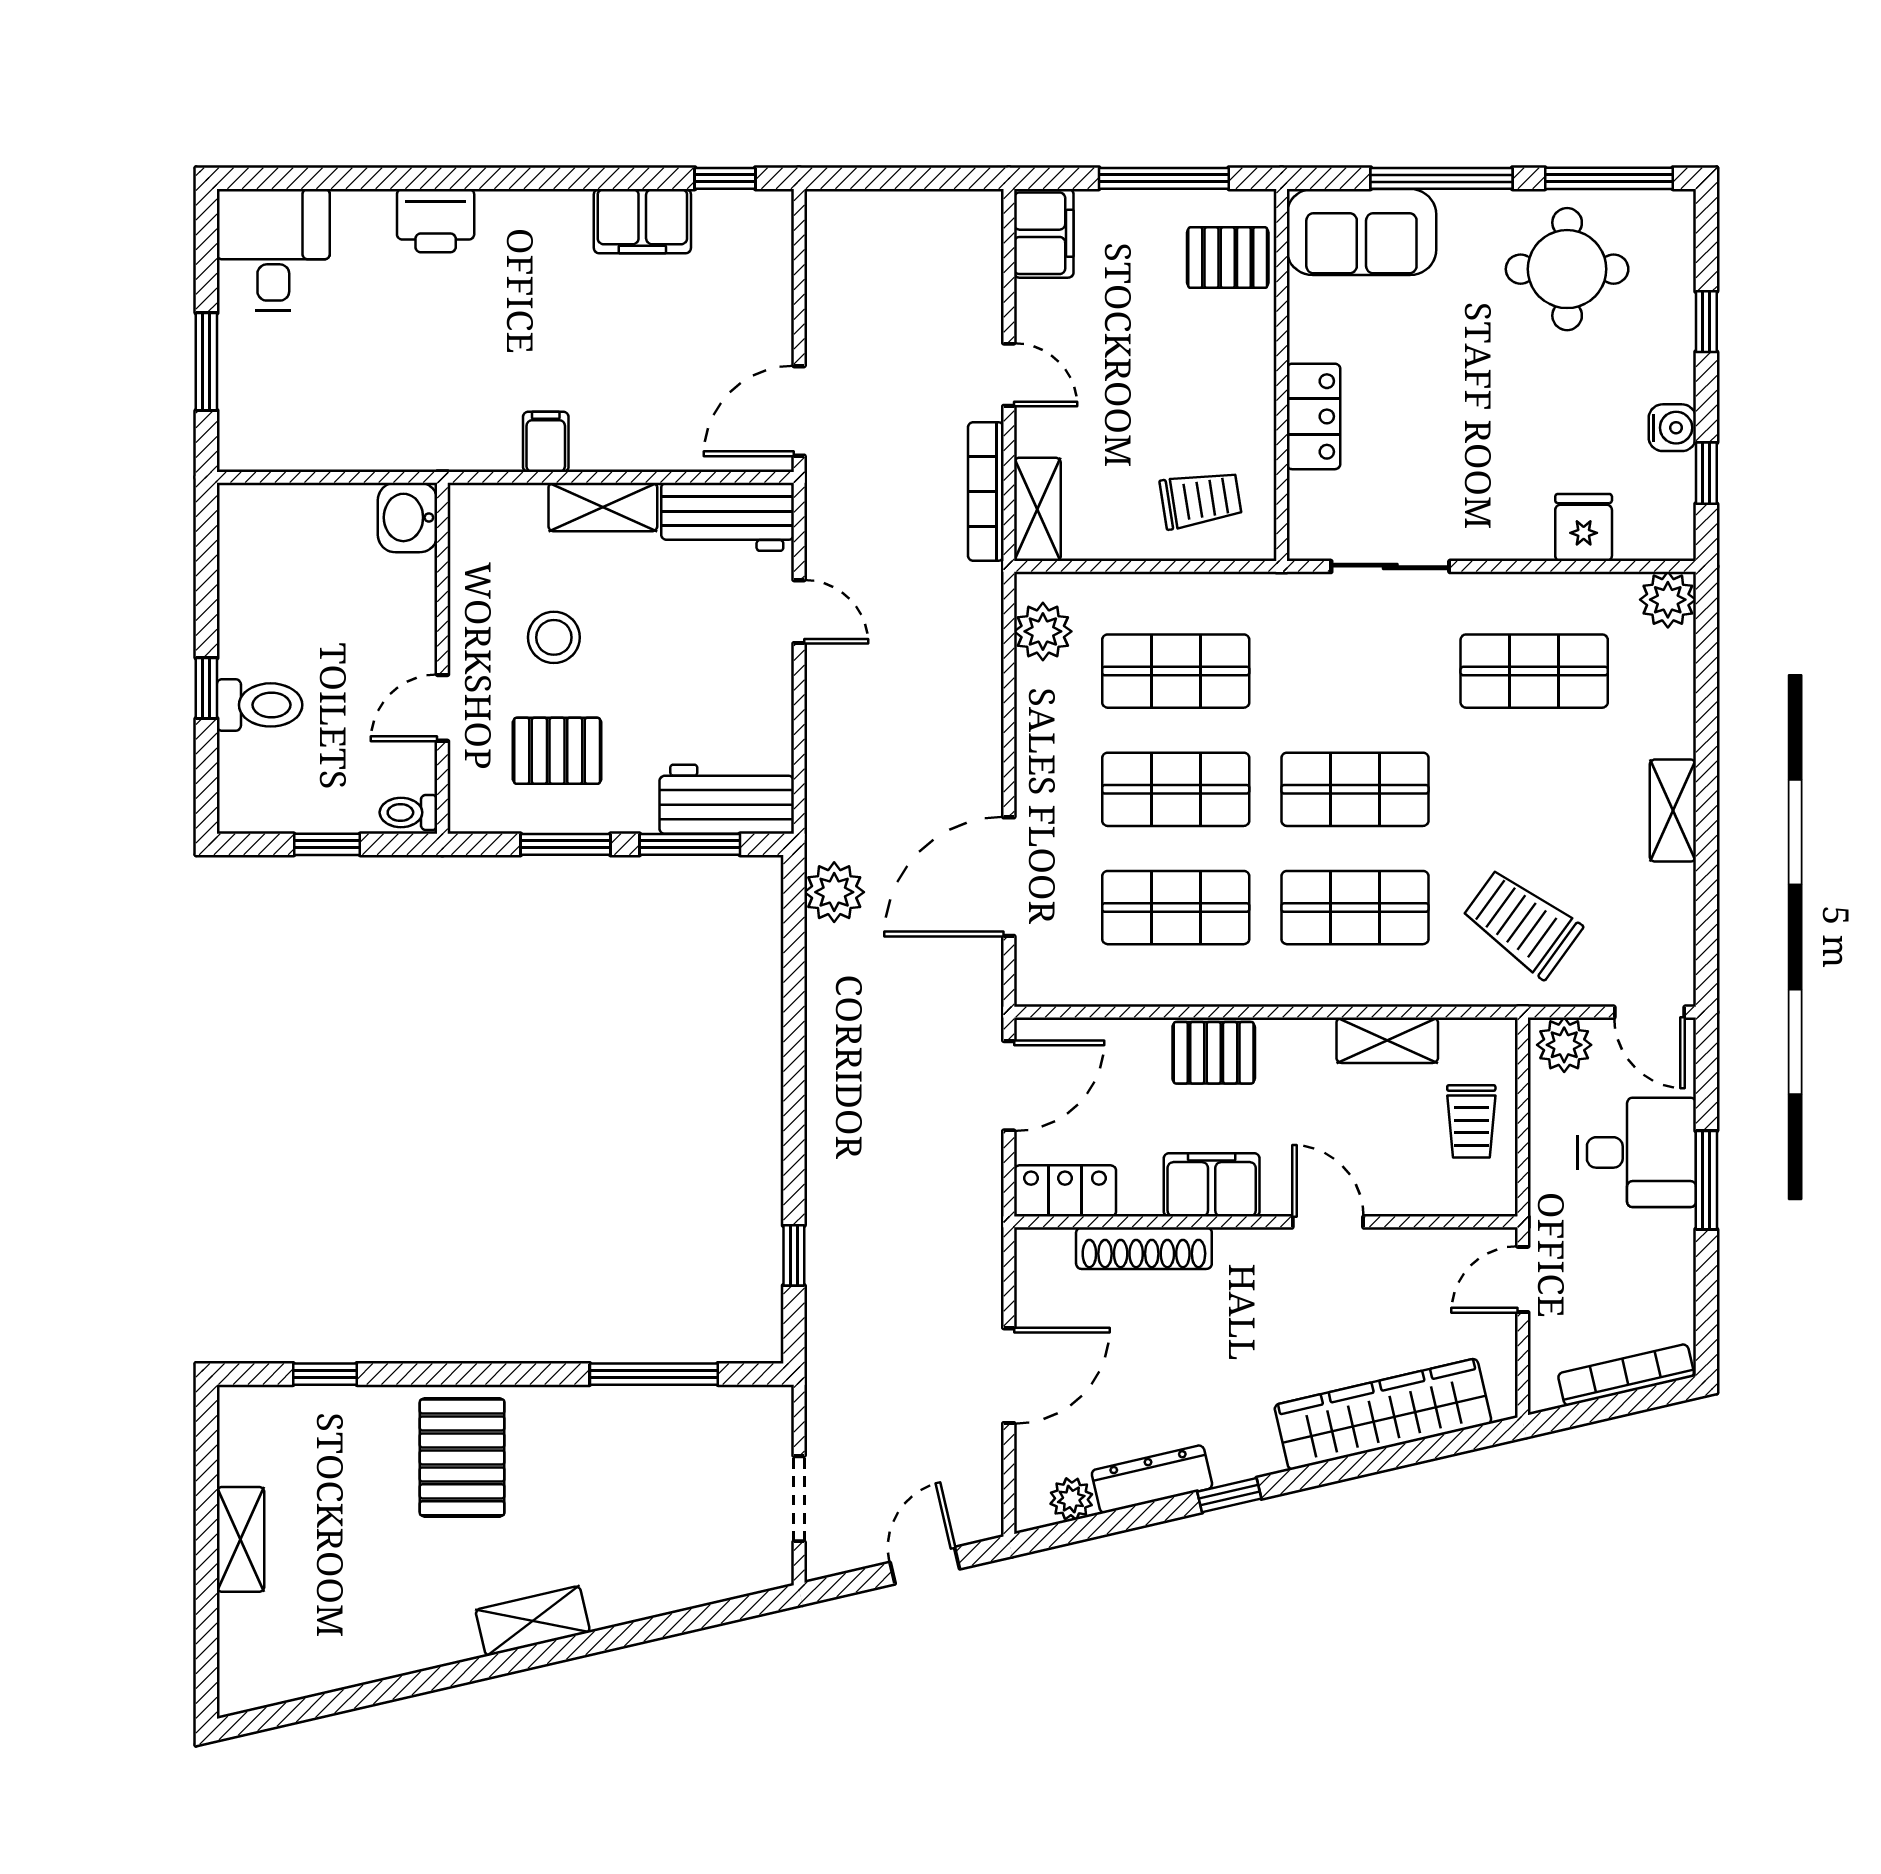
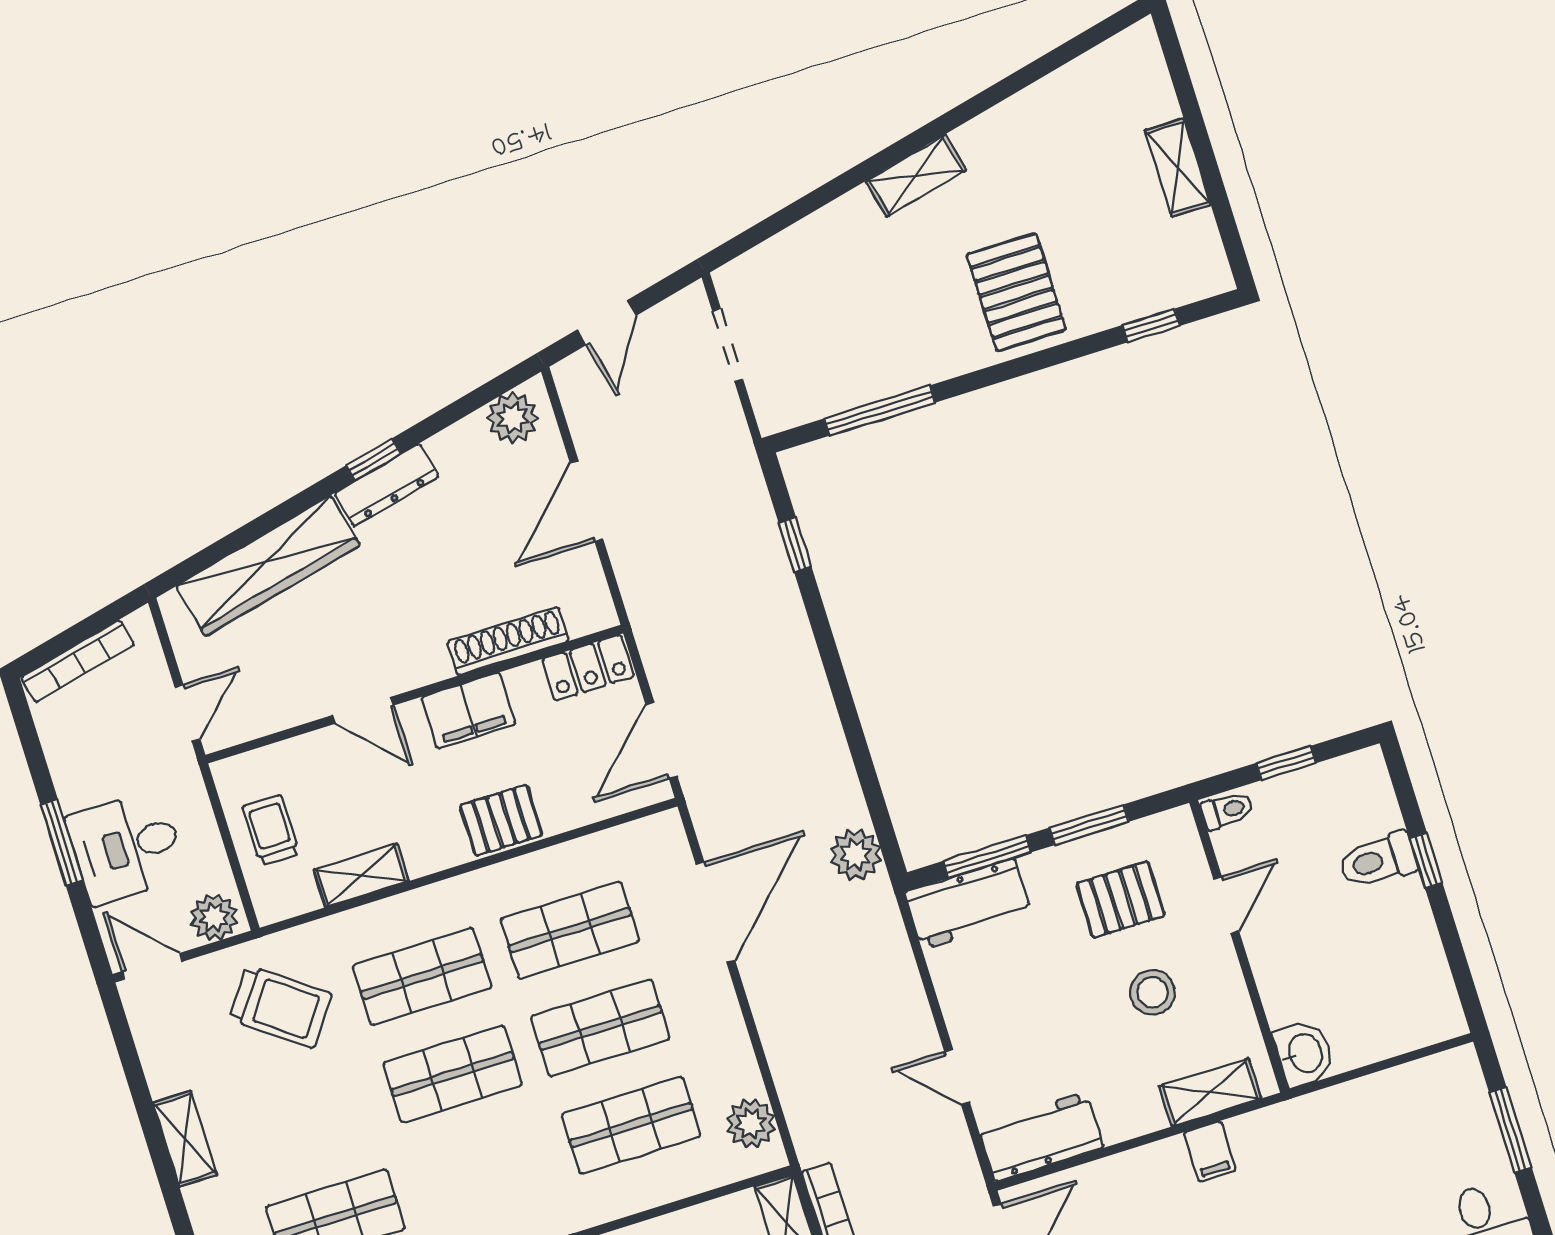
shelving: (603, 507) -> (1210, 1092), moved
dresser: (1152, 1479) -> (387, 485), moved
plant: (1071, 1499) -> (513, 418), width x1.38, depth x1.38

